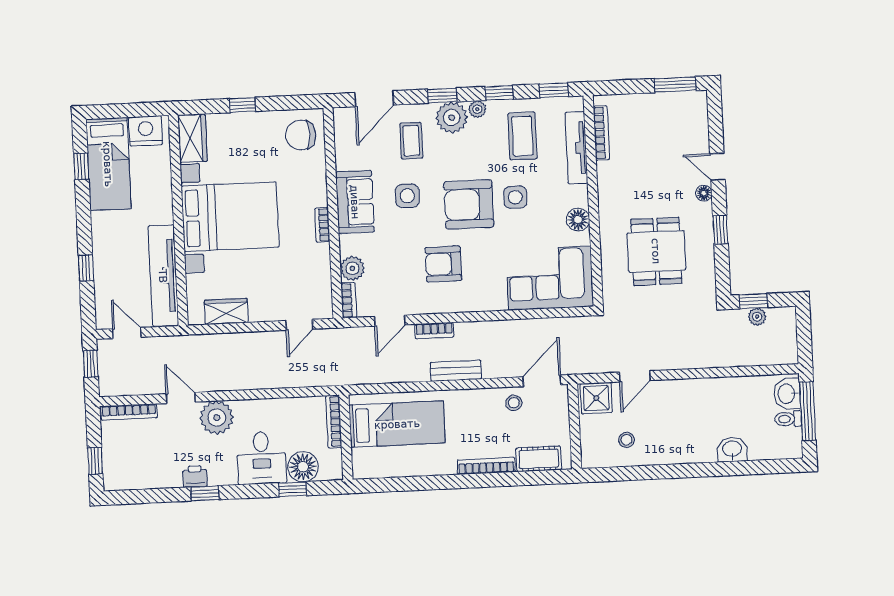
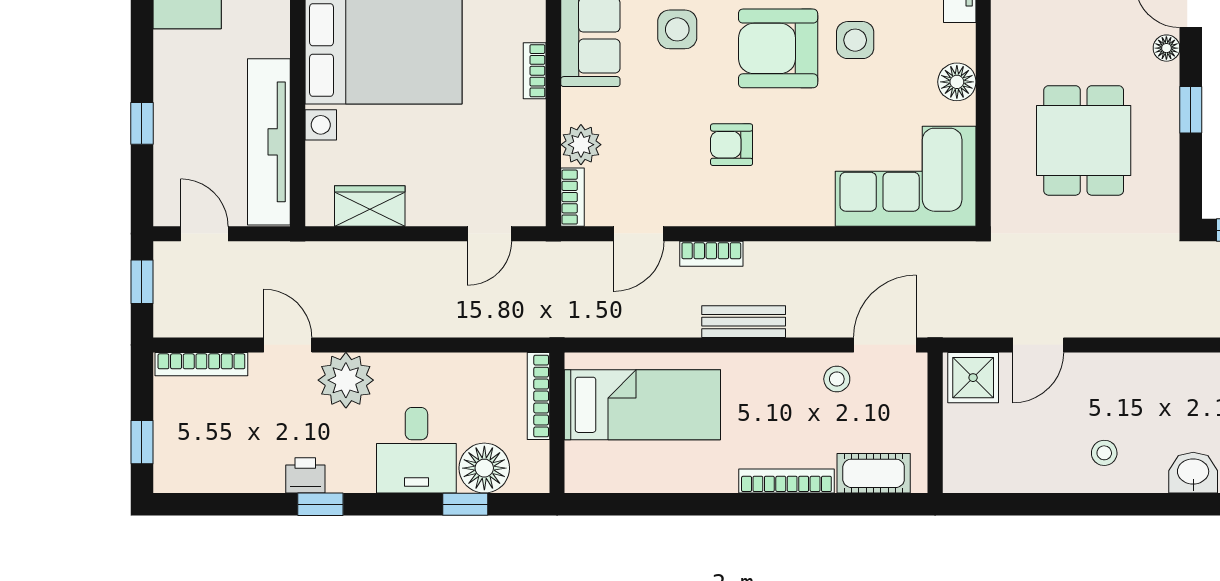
armchair: (443, 264) -> (732, 145), width x0.72, depth x0.72
stool: (627, 440) -> (1104, 453), moved

